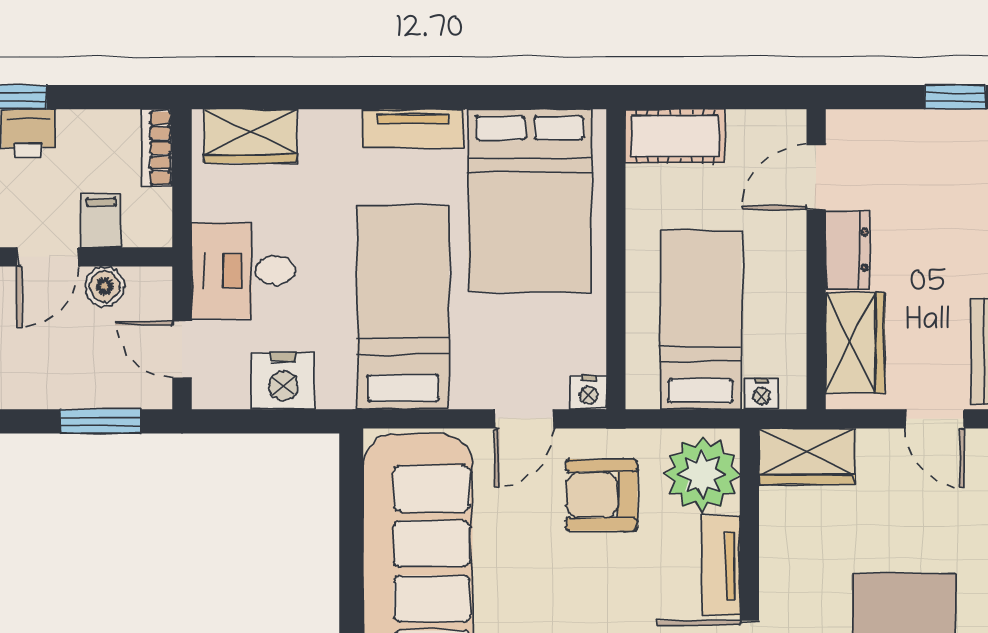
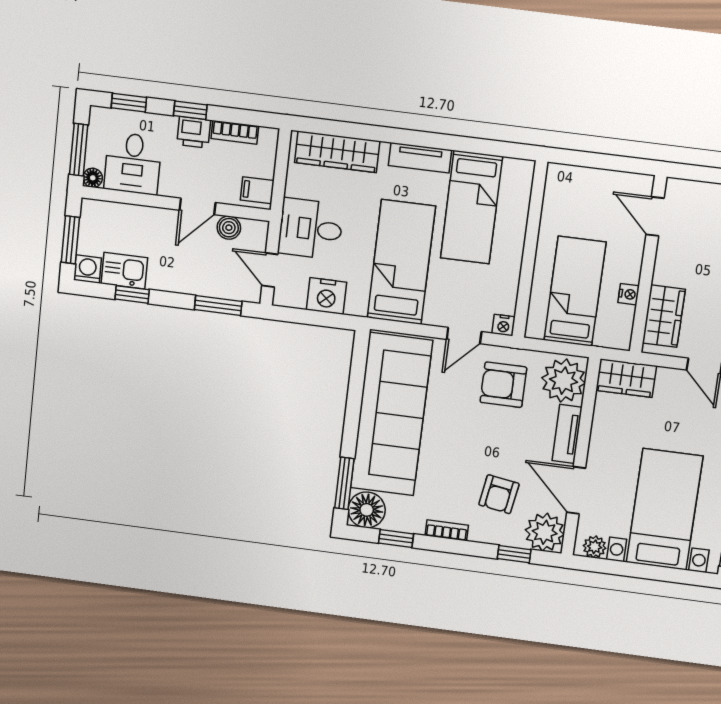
wardrobe: (250, 136) -> (337, 152), width x1.50
cot: (675, 136) -> (575, 181), removed
bookcase: (157, 148) -> (235, 132), moved, turned -90
door: (816, 177) -> (655, 216), hinge flipped
bed: (530, 200) -> (471, 207), width x0.67
filing cabinet: (101, 221) -> (257, 190), moved, turned -90
dresser: (848, 250) -> (667, 261), removed
nightstand: (762, 394) -> (629, 294), moved, turned -90

